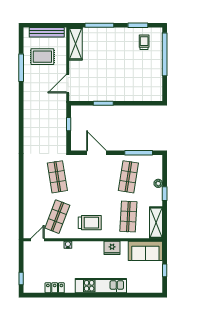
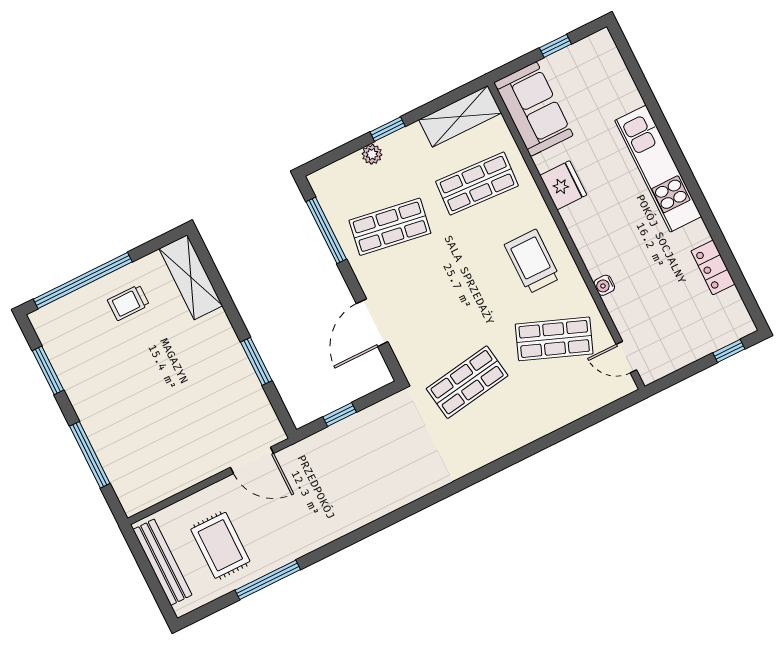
trolley: (144, 42) -> (128, 303), moved
shelving: (76, 44) -> (191, 277), moved, turned 90

